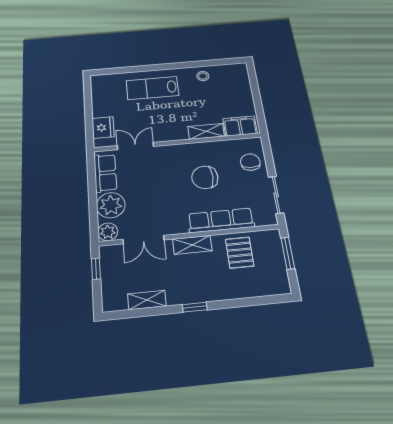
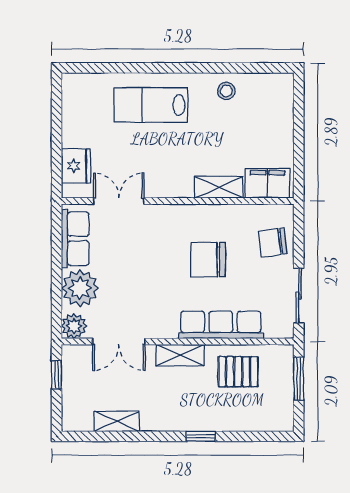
chair: (250, 162) -> (273, 243), turned -98
pallet: (240, 253) -> (238, 372), turned 90
window: (195, 307) -> (201, 436), moved

